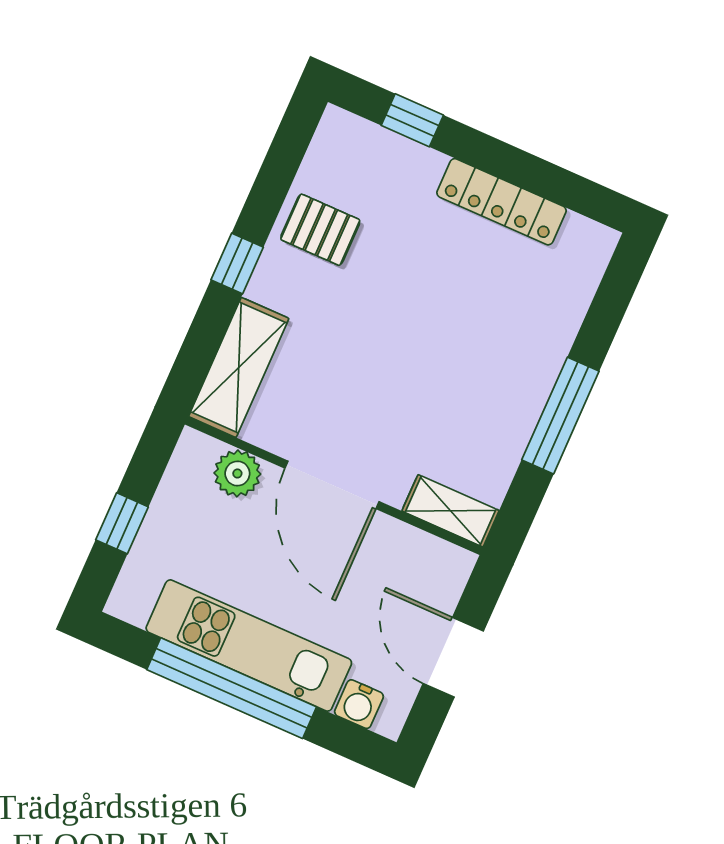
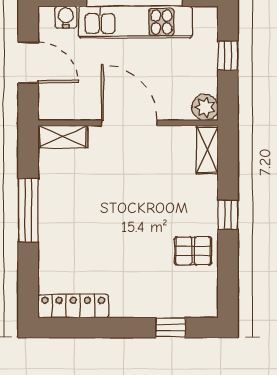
locker: (501, 202) -> (73, 306), moved
shelving: (239, 367) -> (207, 150), width x0.67, depth x0.75
plant: (237, 473) -> (205, 107), moved

